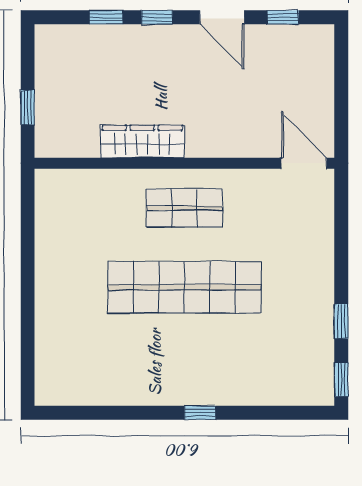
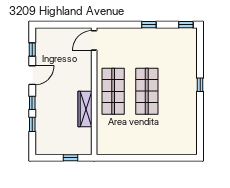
shop shelf: (184, 208) -> (113, 91), width x1.43, depth x1.36
shop shelf: (184, 287) -> (147, 91), width x0.71
window: (341, 321) -> (149, 25), moved

